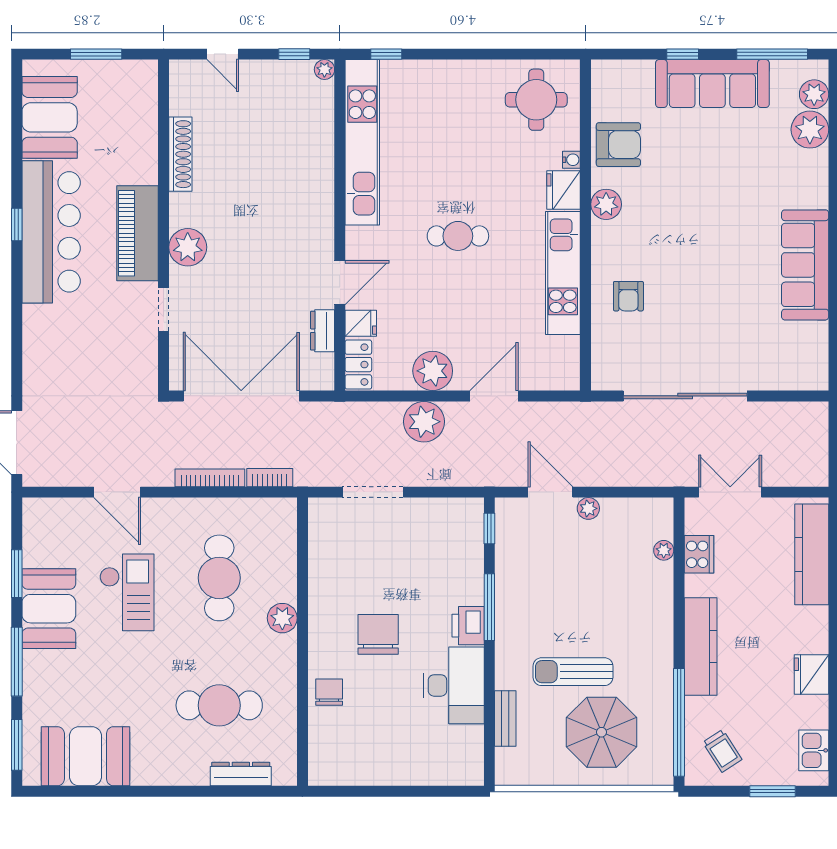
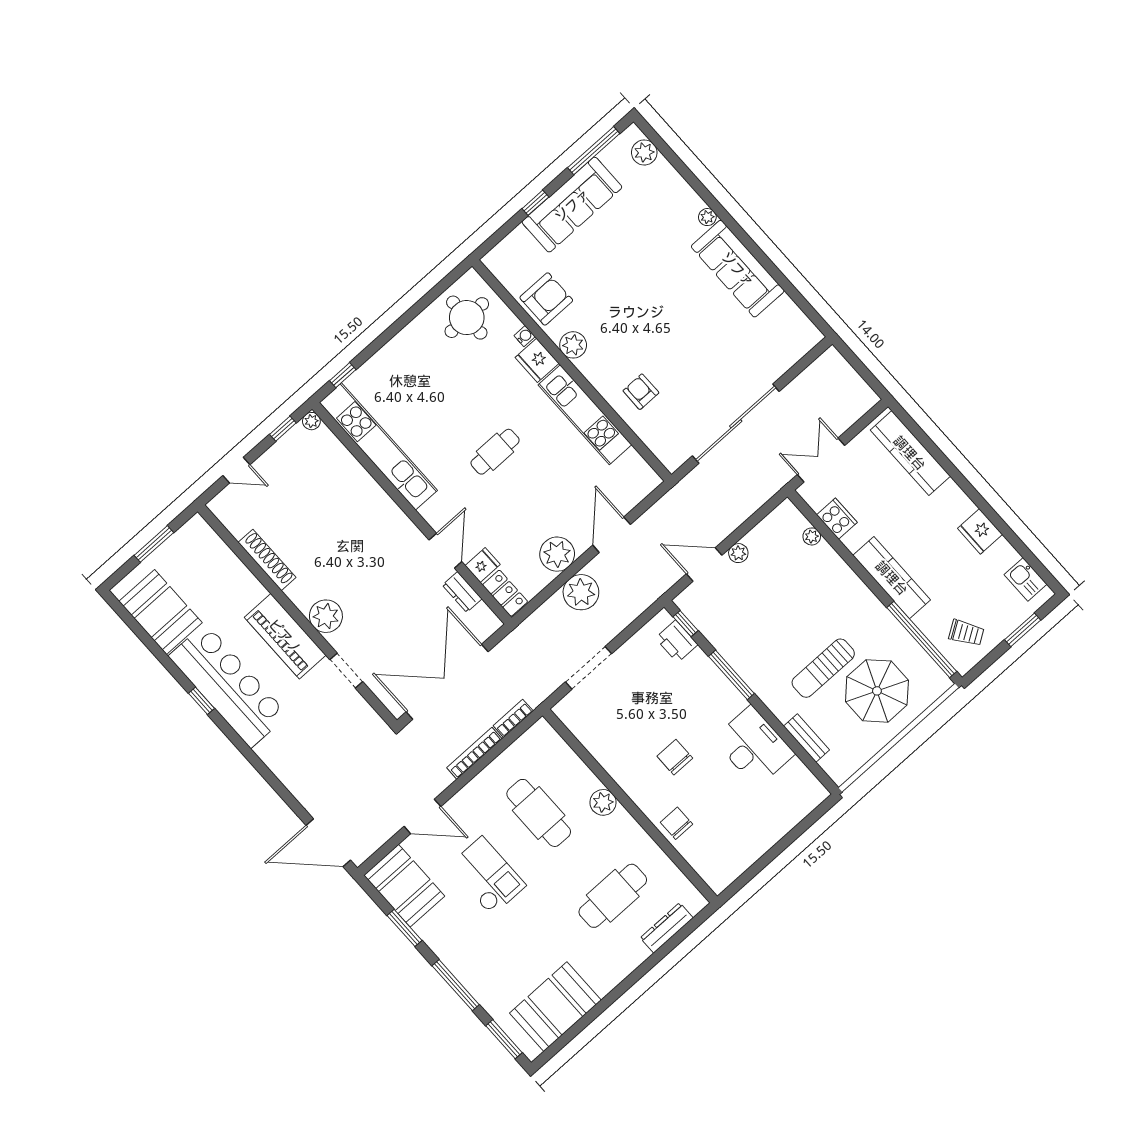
plant: (810, 130) -> (707, 217), moved, width x0.53, depth x0.53
armchair: (628, 296) -> (641, 392), turned 180
booth: (49, 609) -> (404, 886), moved
printer: (468, 626) -> (677, 641), moved
chair: (378, 634) -> (675, 757), width x0.73, depth x0.73

